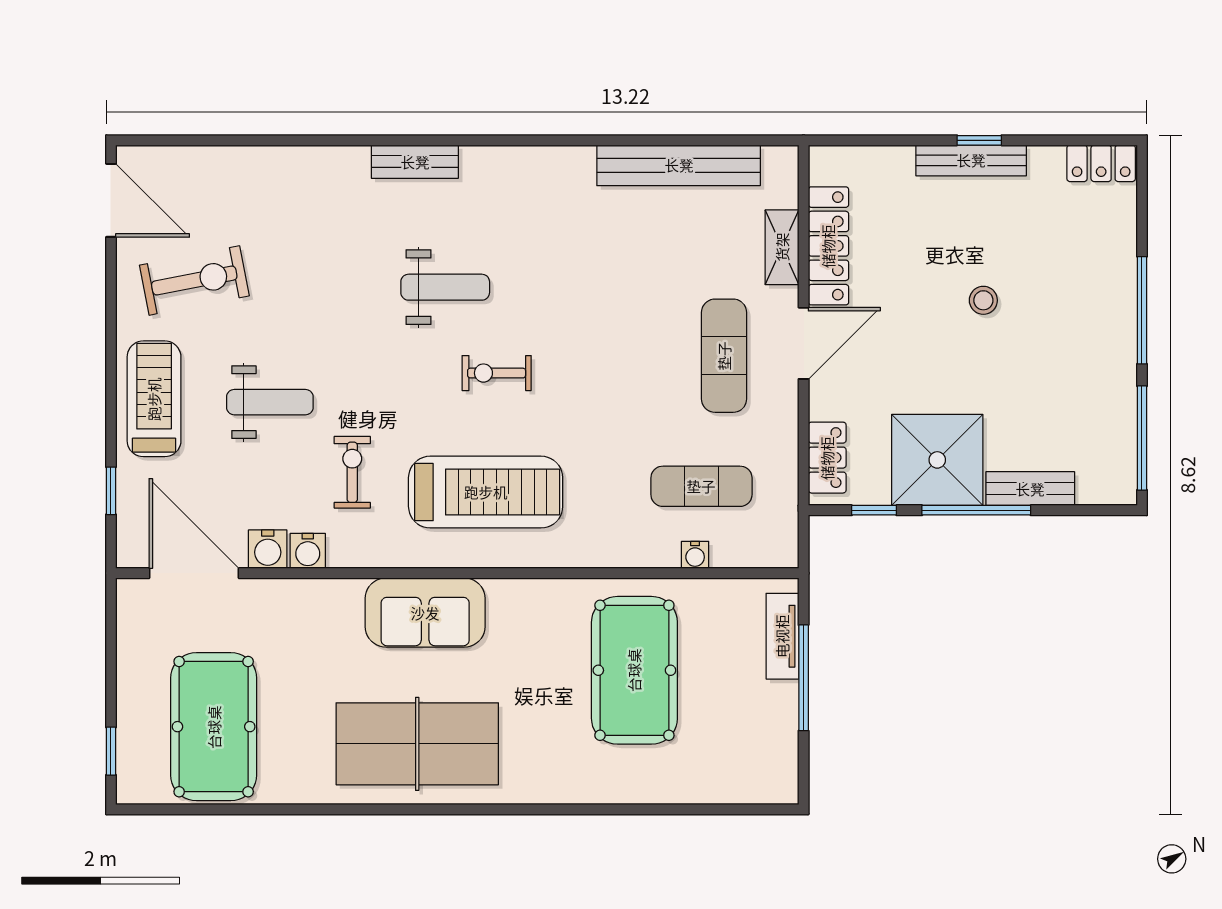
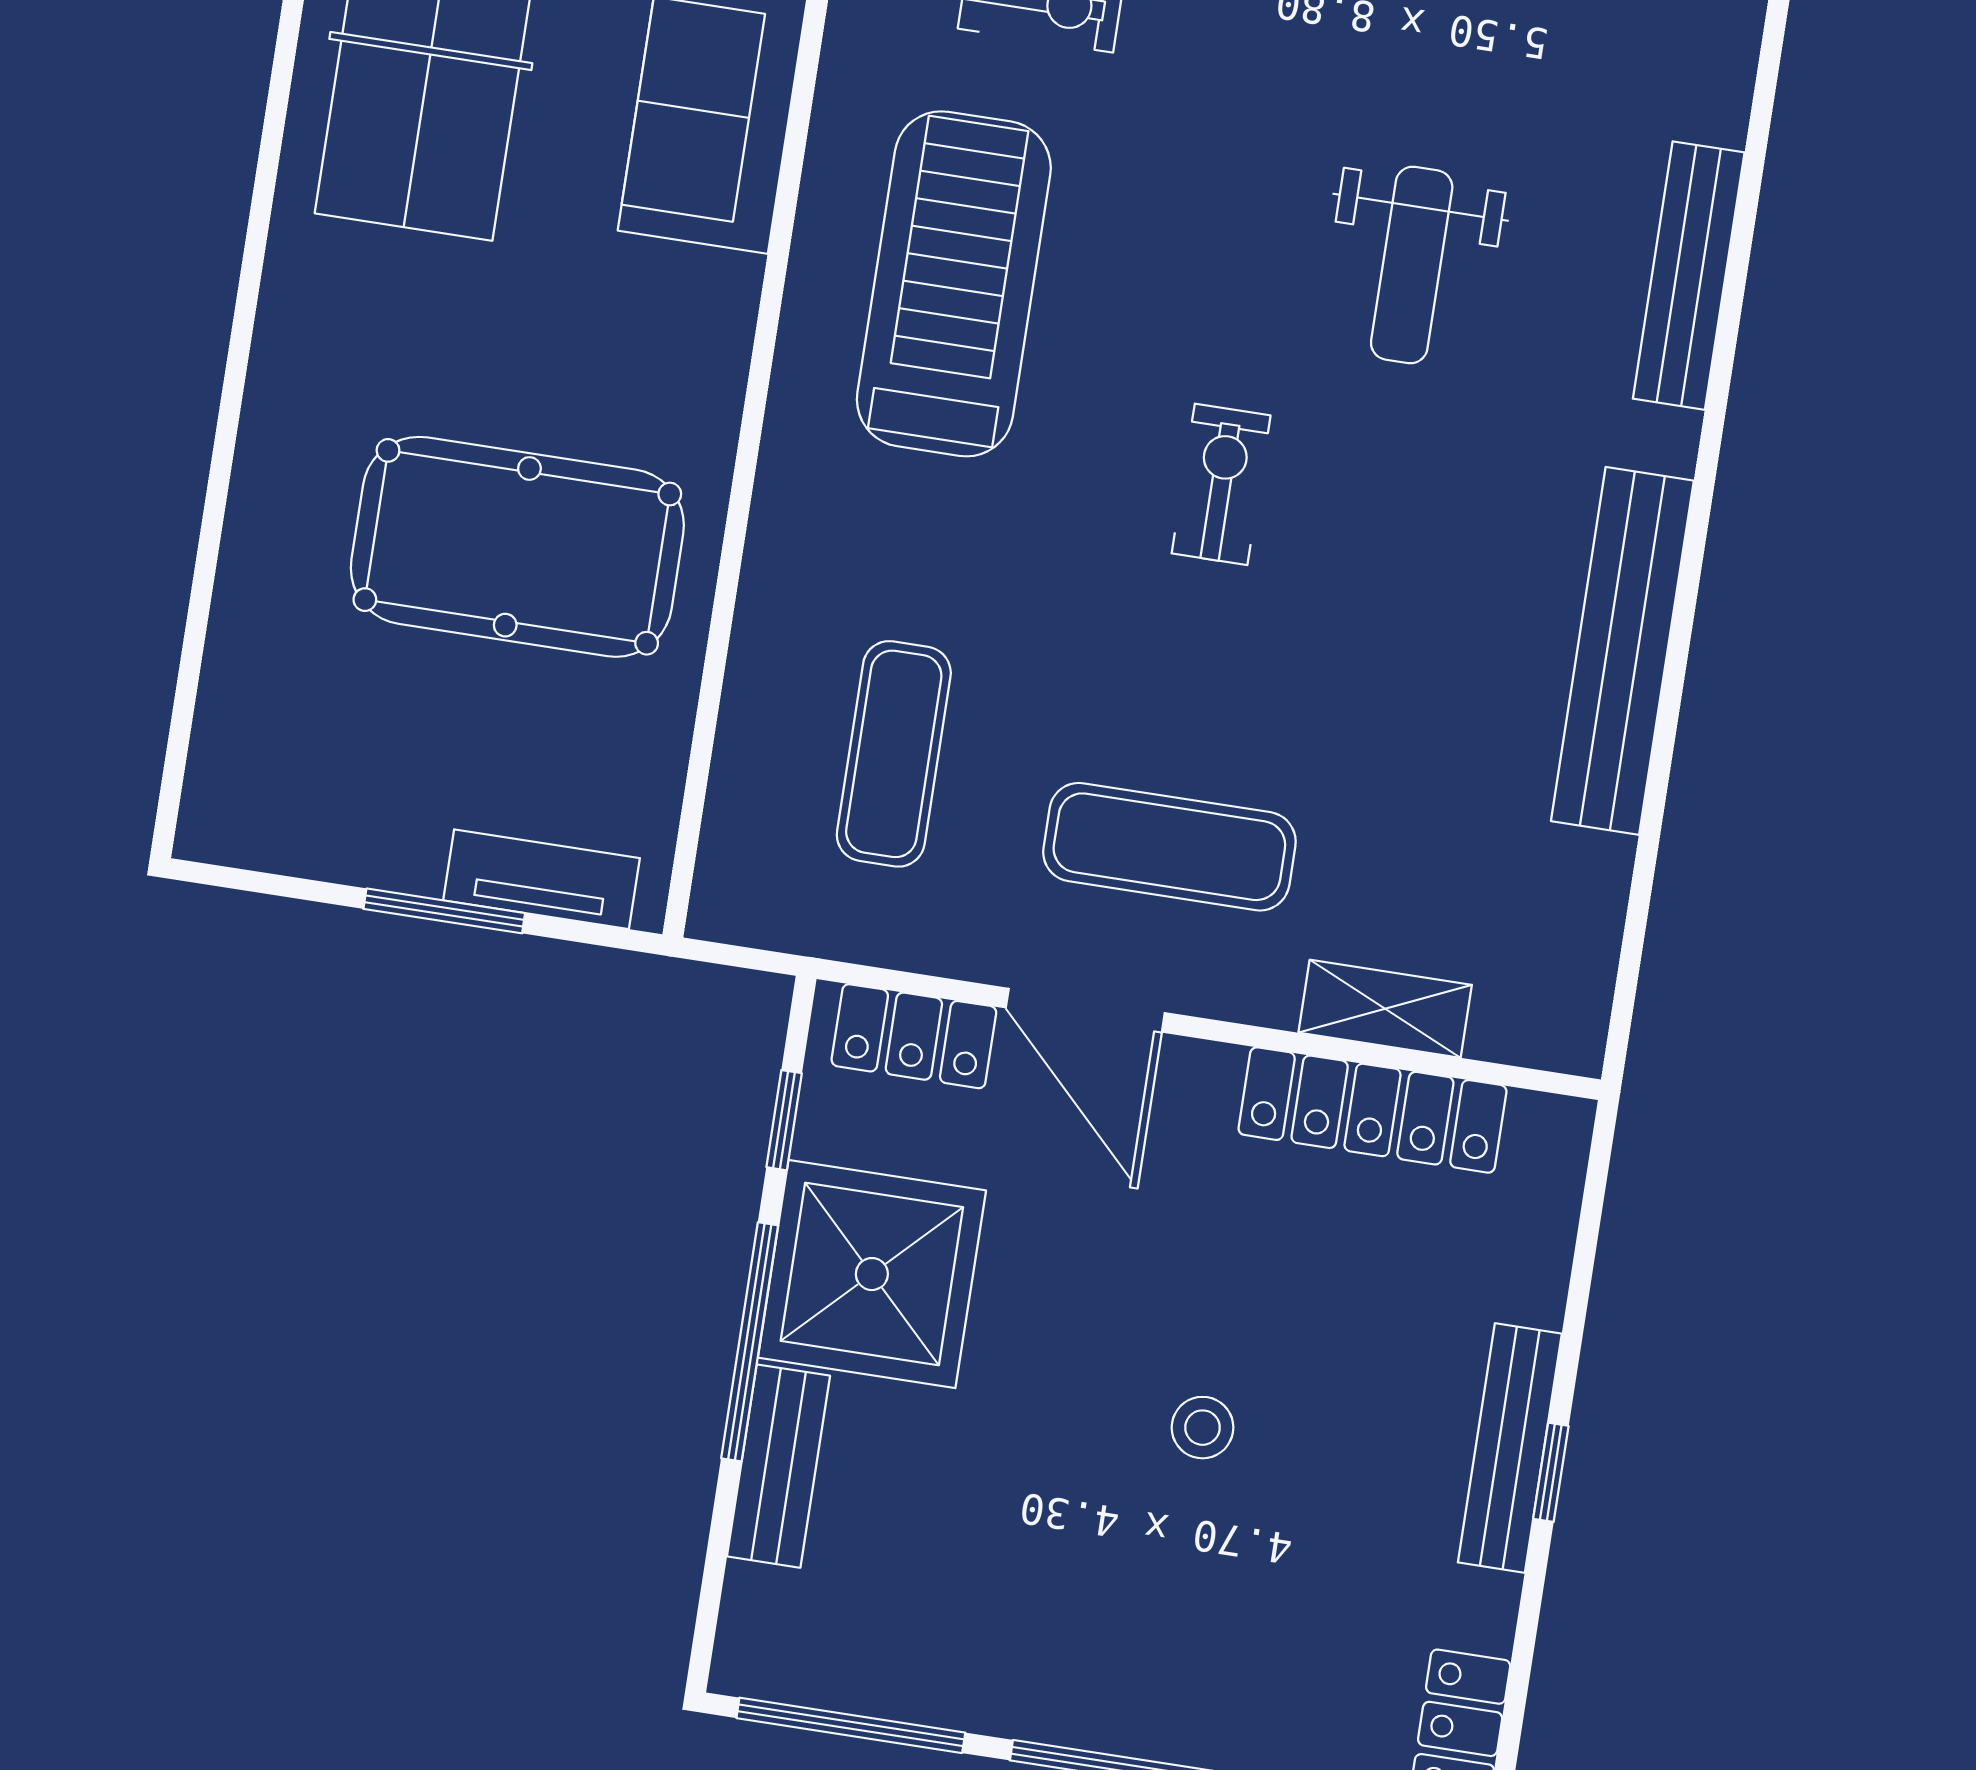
bench: (415, 162) -> (1689, 276), width x1.36
bench: (679, 165) -> (1622, 651), moved
door: (804, 343) -> (1085, 1010), moved
exercise bike: (497, 373) -> (1221, 484), moved
treadmill: (486, 492) -> (954, 284), turned 180
water cooler: (695, 555) -> (747, 717), removed
window: (804, 678) -> (444, 911), width x0.69

